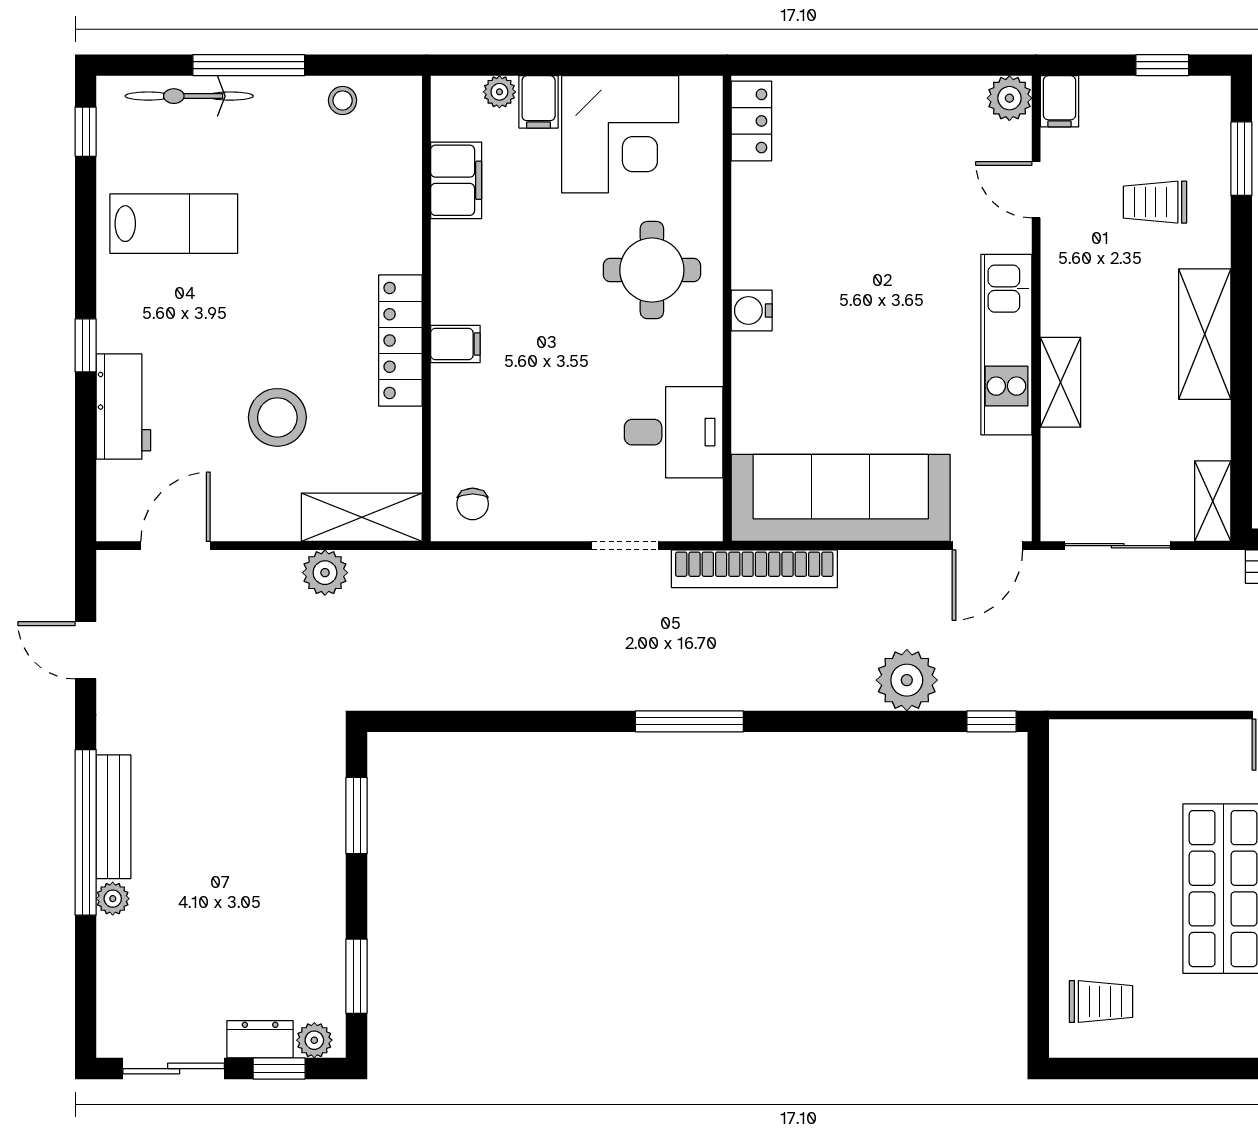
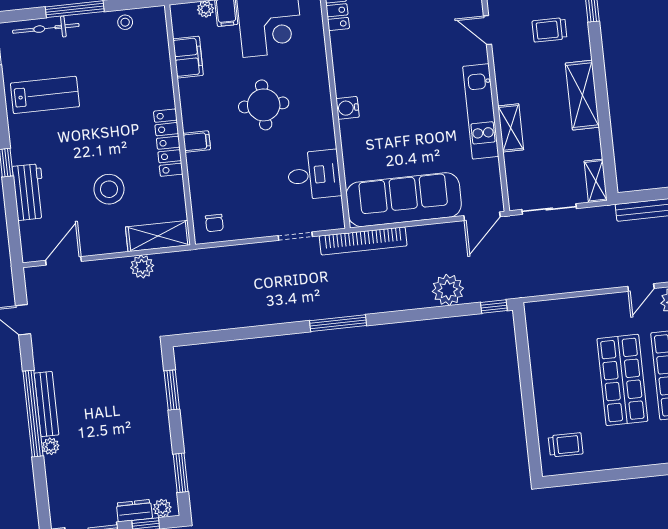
round table: (652, 270) -> (264, 105), moved

